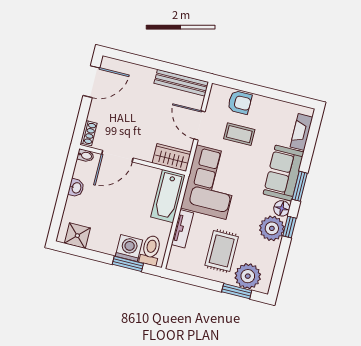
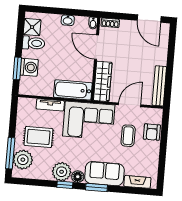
wardrobe: (172, 158) -> (103, 81), width x1.50
toilet: (151, 250) -> (34, 43), moved
window: (237, 291) -> (10, 153), width x1.44

